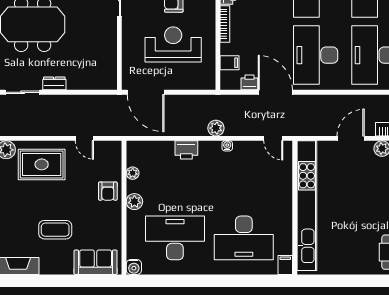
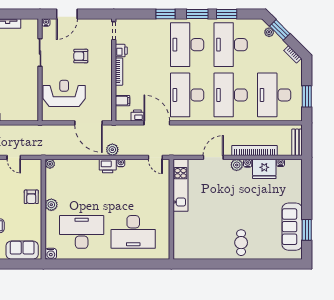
reception desk: (173, 44) -> (64, 93), moved
door: (146, 92) -> (88, 123), moved
printer: (186, 150) -> (108, 166), moved
plant: (133, 173) -> (50, 164), moved
kitchen unit: (307, 206) -> (180, 185), width x0.54
filing cabinet: (285, 265) -> (164, 252), removed

